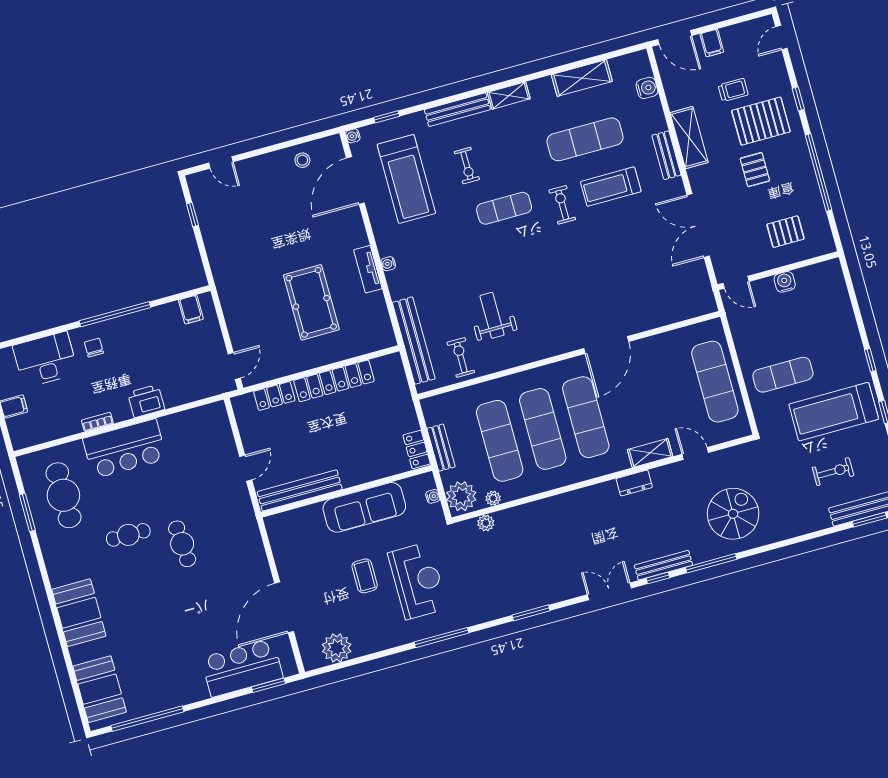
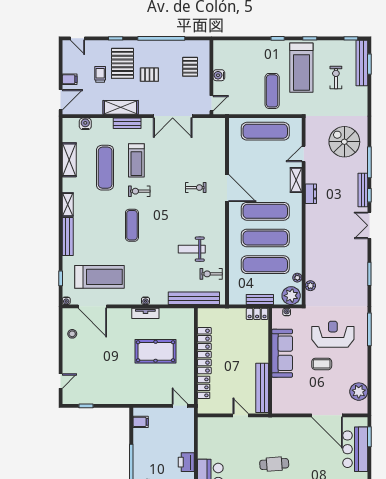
exercise bike: (467, 166) -> (196, 188), moved

